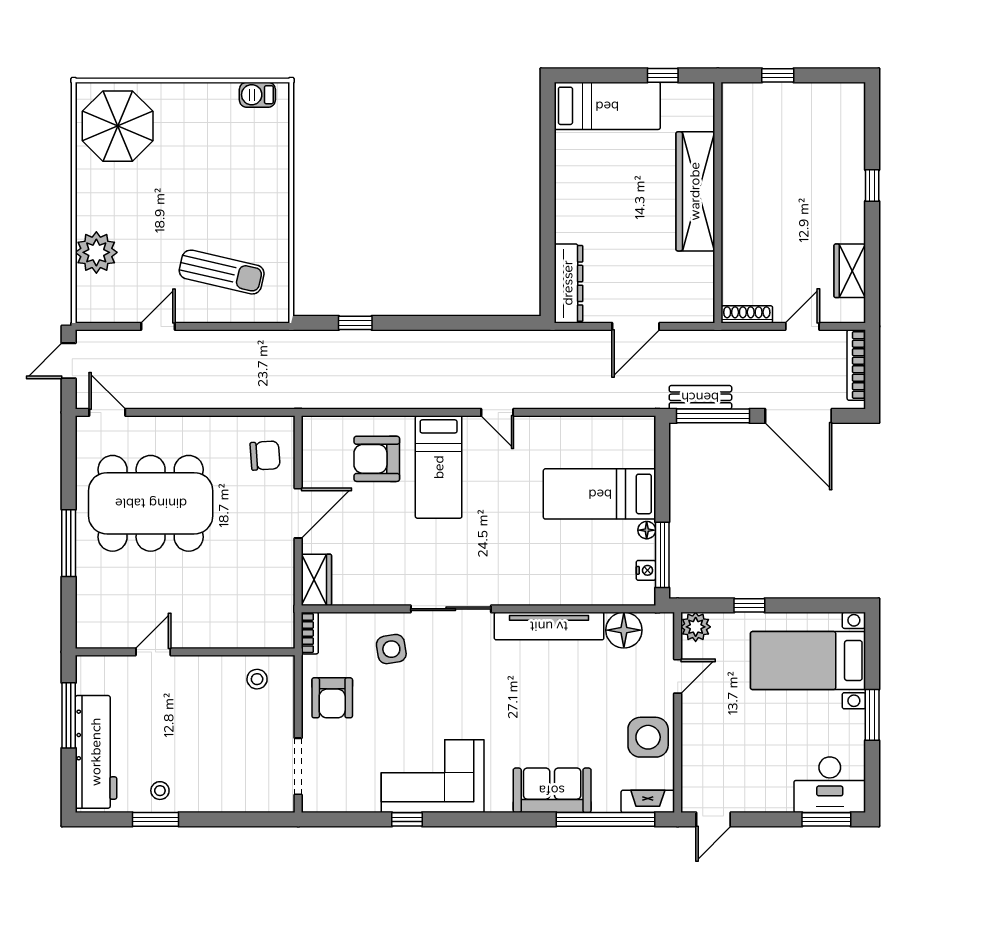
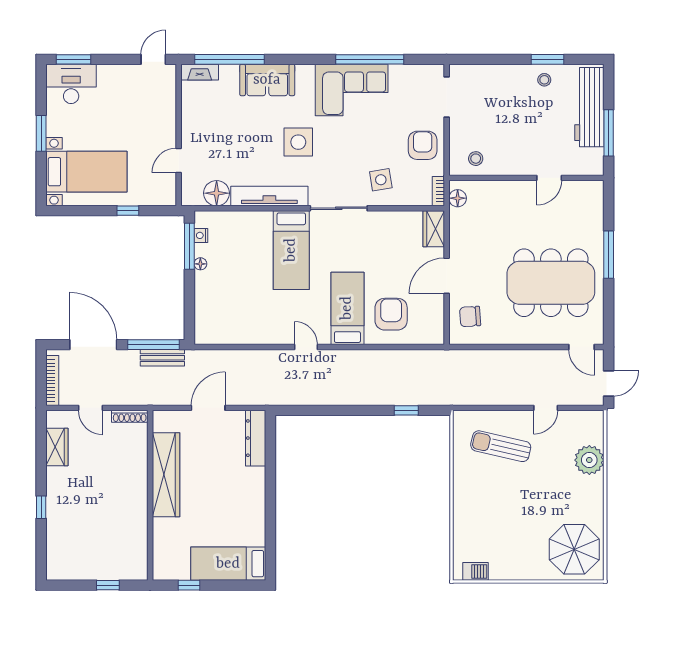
wardrobe: (695, 191) -> (166, 475), moved
door: (802, 326) -> (90, 408), hinge flipped
armchair: (377, 459) -> (391, 314), turned -90
bed: (600, 494) -> (291, 250), moved, turned 90
floor lamp: (283, 623) -> (458, 198), added
plant: (696, 627) -> (166, 196), removed
side table: (648, 737) -> (298, 142), moved
window: (407, 819) -> (370, 59), width x3.17

